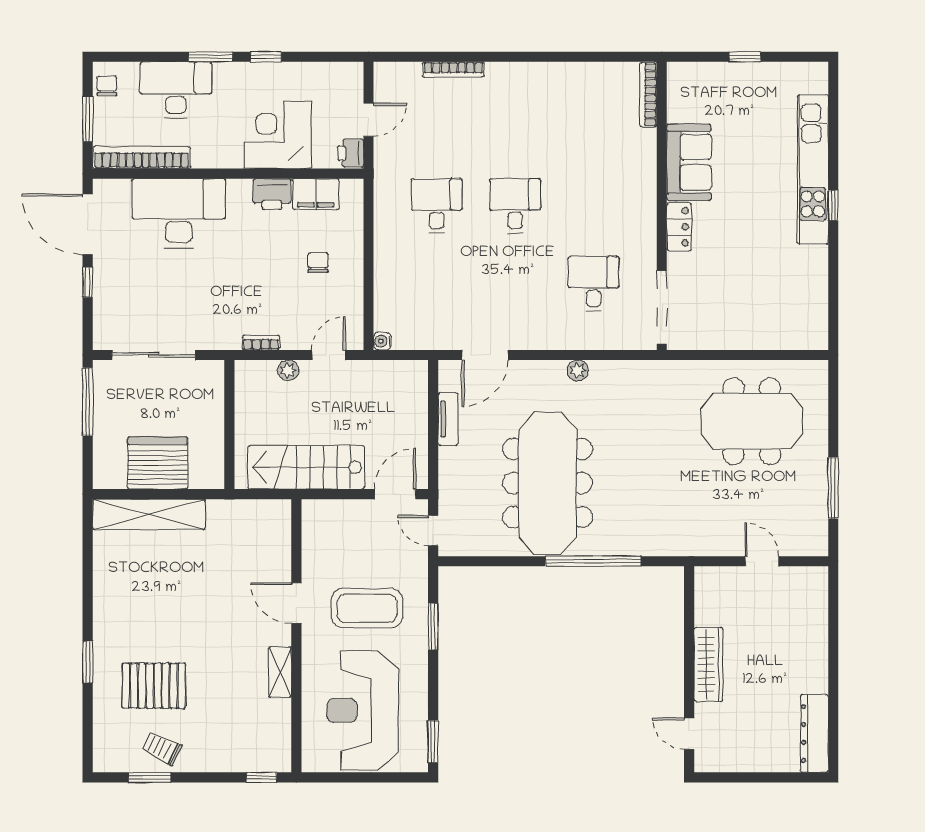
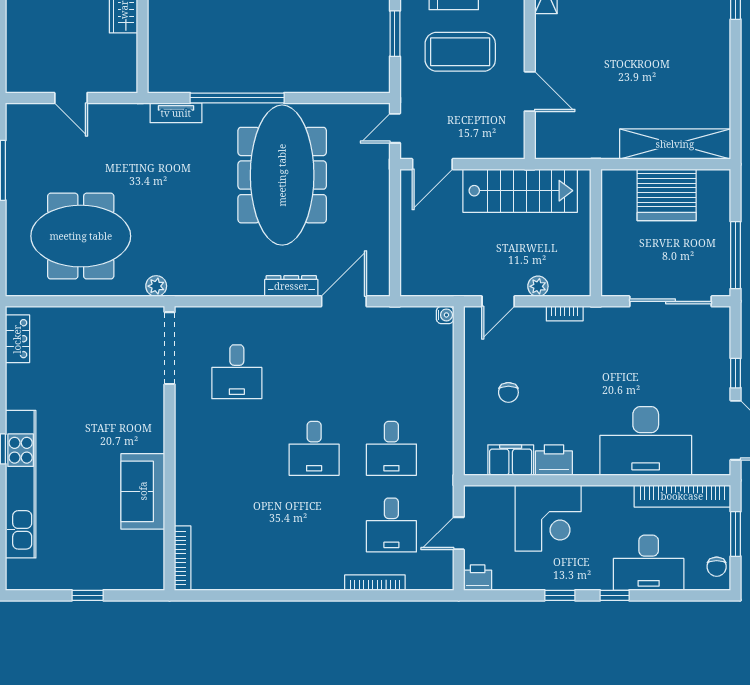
window: (210, 57) -> (615, 595), width x0.67
desk: (437, 128) -> (391, 525), added
printer: (351, 153) -> (478, 578), moved, turned -90
locker: (679, 227) -> (17, 339), moved, turned 180
dresser: (538, 370) -> (291, 286), added
plant: (578, 370) -> (156, 286), moved
tv unit: (448, 419) -> (176, 113), moved, turned -90
door: (433, 531) -> (395, 128), swing flipped
door: (296, 603) -> (530, 91), moved

